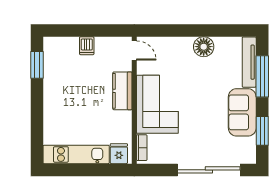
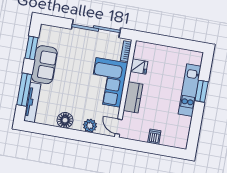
plant: (171, 45) -> (90, 126), added
window: (37, 65) -> (202, 91), moved
kitchen unit: (76, 154) -> (190, 90), moved, turned 90
fridge: (119, 154) -> (139, 67), moved, turned -90
sliding door: (209, 170) -> (96, 28), moved

